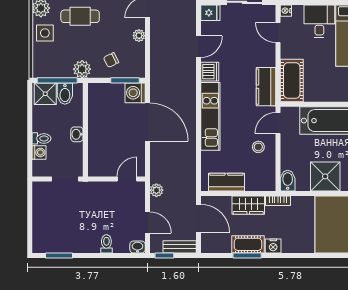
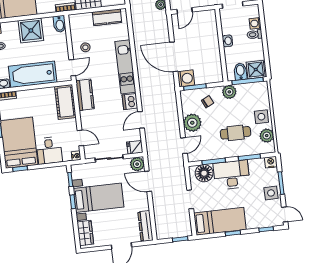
plant: (139, 36) -> (192, 123), width x1.87, depth x1.87

